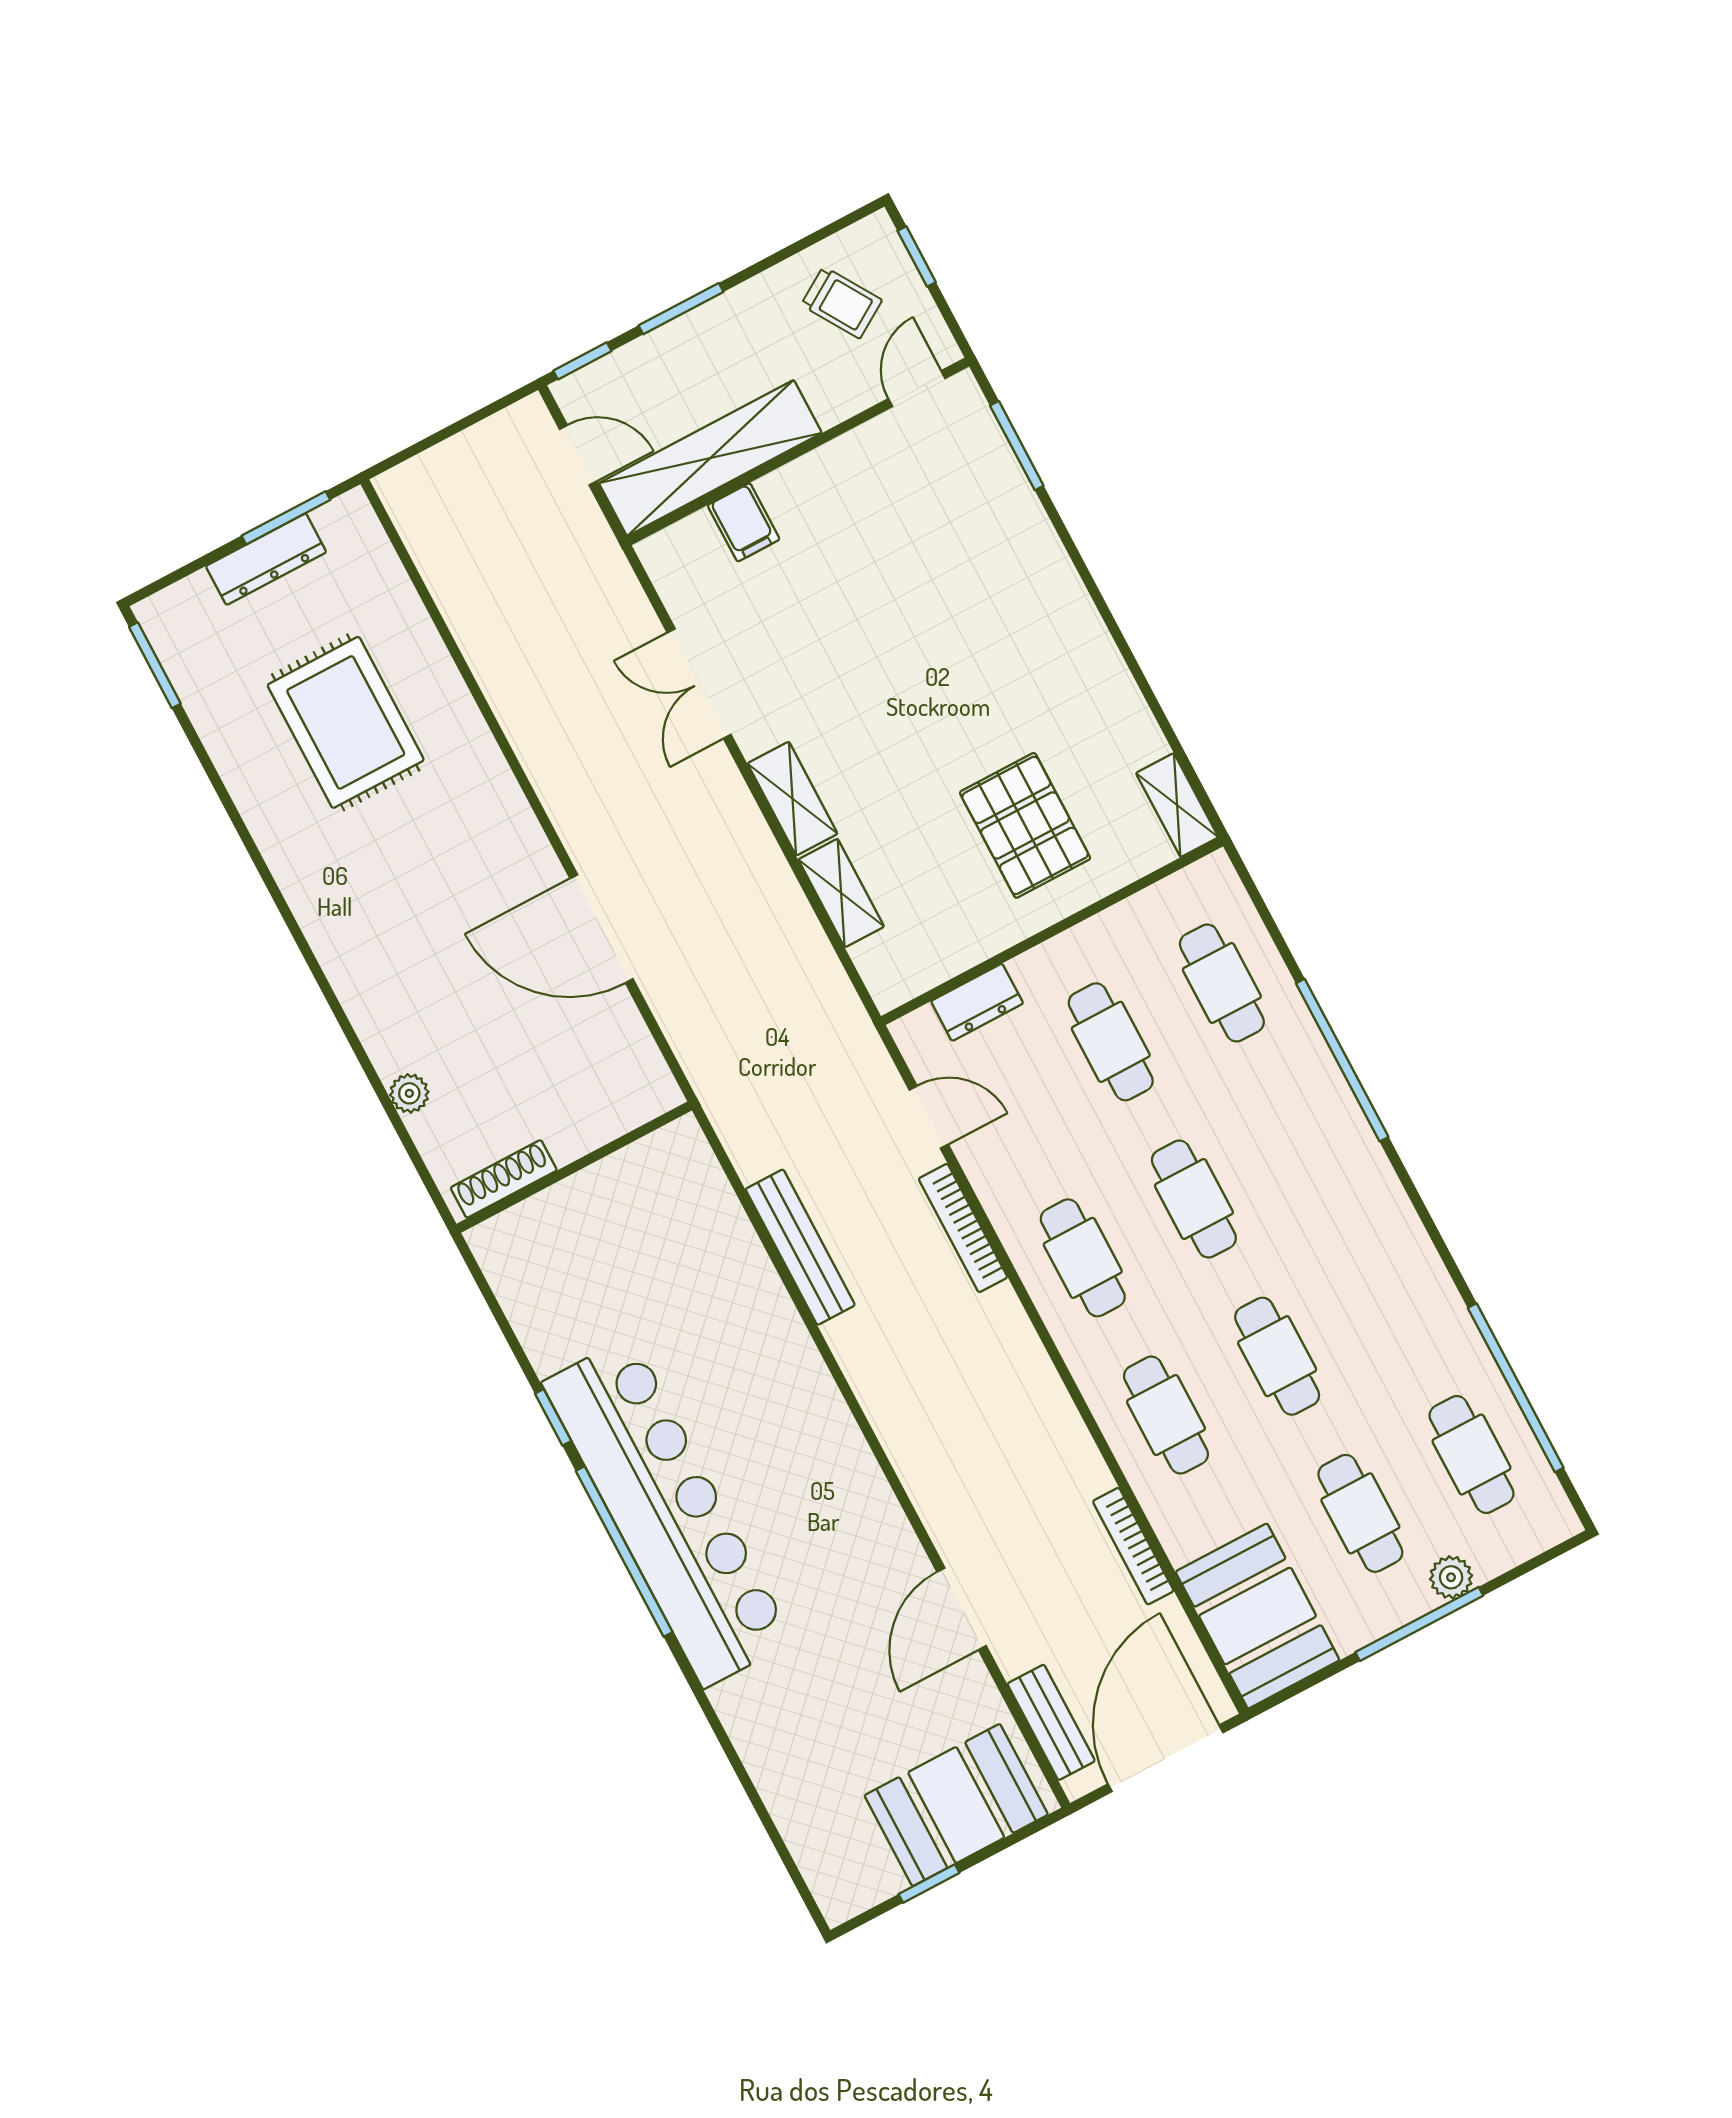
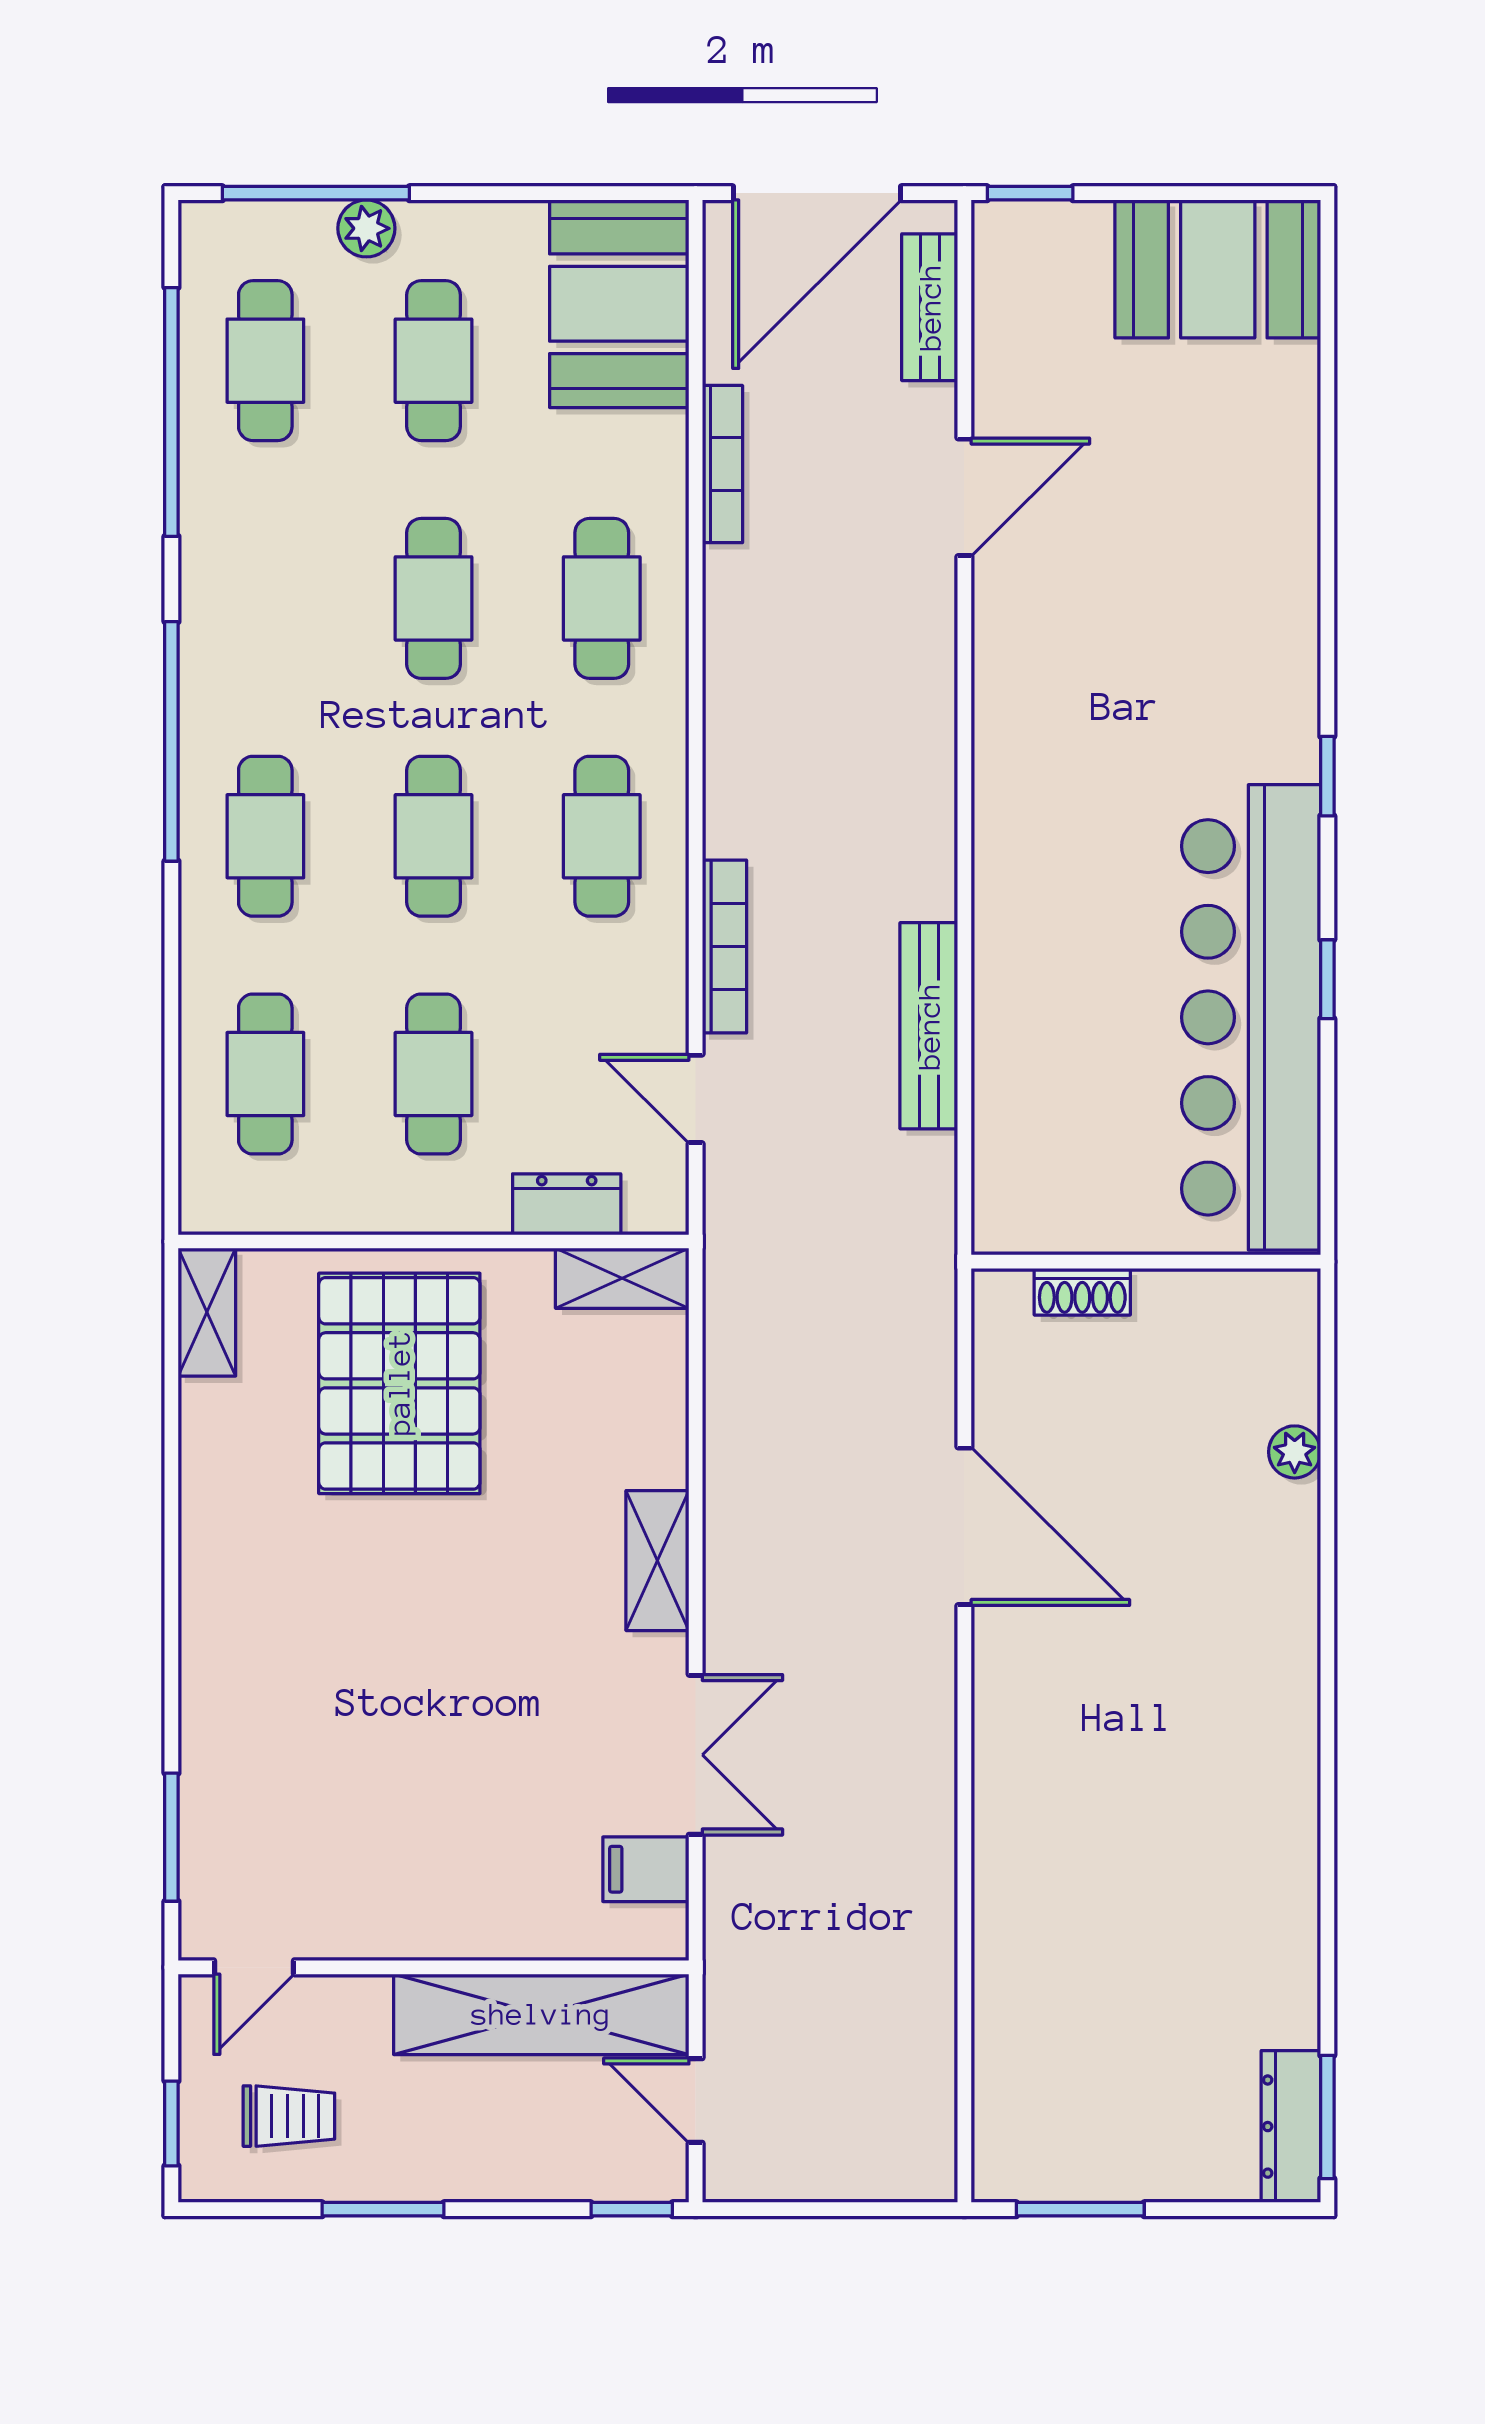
trolley: (842, 302) -> (289, 2116), turned 122
window: (681, 309) -> (383, 2209), moved
filing cabinet: (744, 522) -> (646, 1869), moved, turned -90
dresser: (266, 559) -> (1291, 2127), moved, turned -90
rug: (346, 722) -> (1138, 1930), removed
pallet: (1025, 825) -> (399, 1383), width x1.37, depth x1.41
shelving: (841, 893) -> (622, 1278), moved, turned 90
window: (1342, 1060) -> (171, 741), moved
cafe table: (1305, 1140) -> (265, 836), added
shoe rack: (504, 1179) -> (1082, 1292), moved, width x0.70
bar counter: (668, 1512) -> (1251, 1017), moved
window: (624, 1552) -> (1327, 776), width x0.32
window: (1419, 1624) -> (316, 193), moved
booth: (956, 1805) -> (1218, 269), moved
window: (929, 1884) -> (1030, 193), moved

